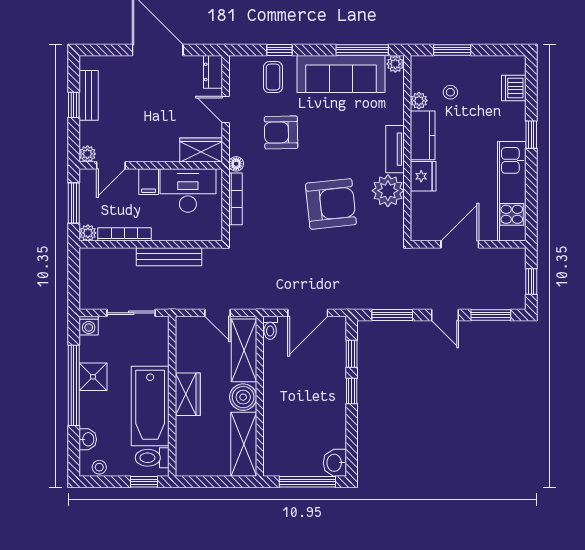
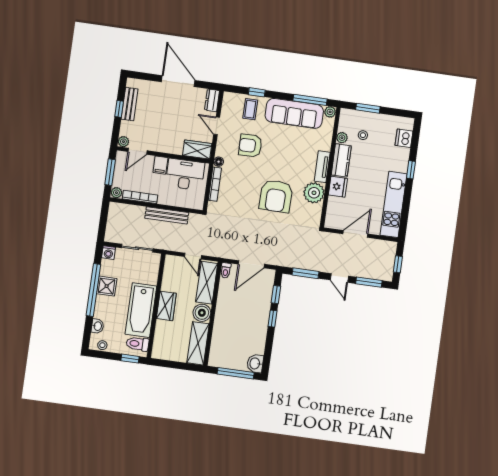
armchair: (331, 204) -> (276, 196), turned 97

